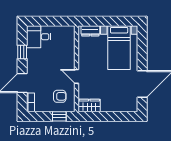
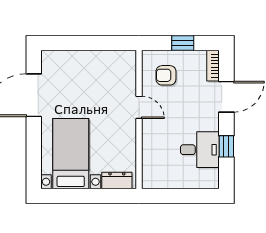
desk: (39, 37) -> (200, 150), moved
wardrobe: (89, 106) -> (119, 60), removed
window: (59, 116) -> (183, 43), moved

